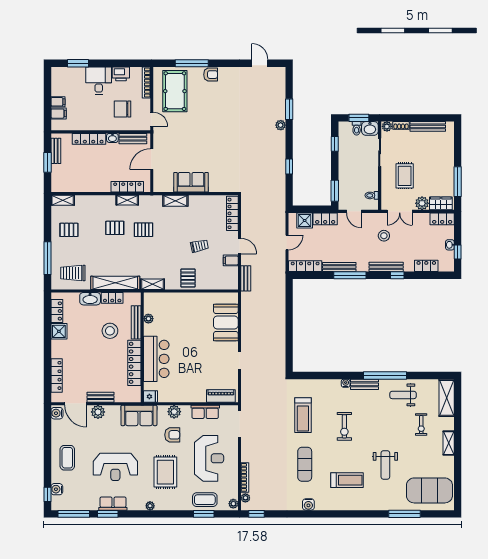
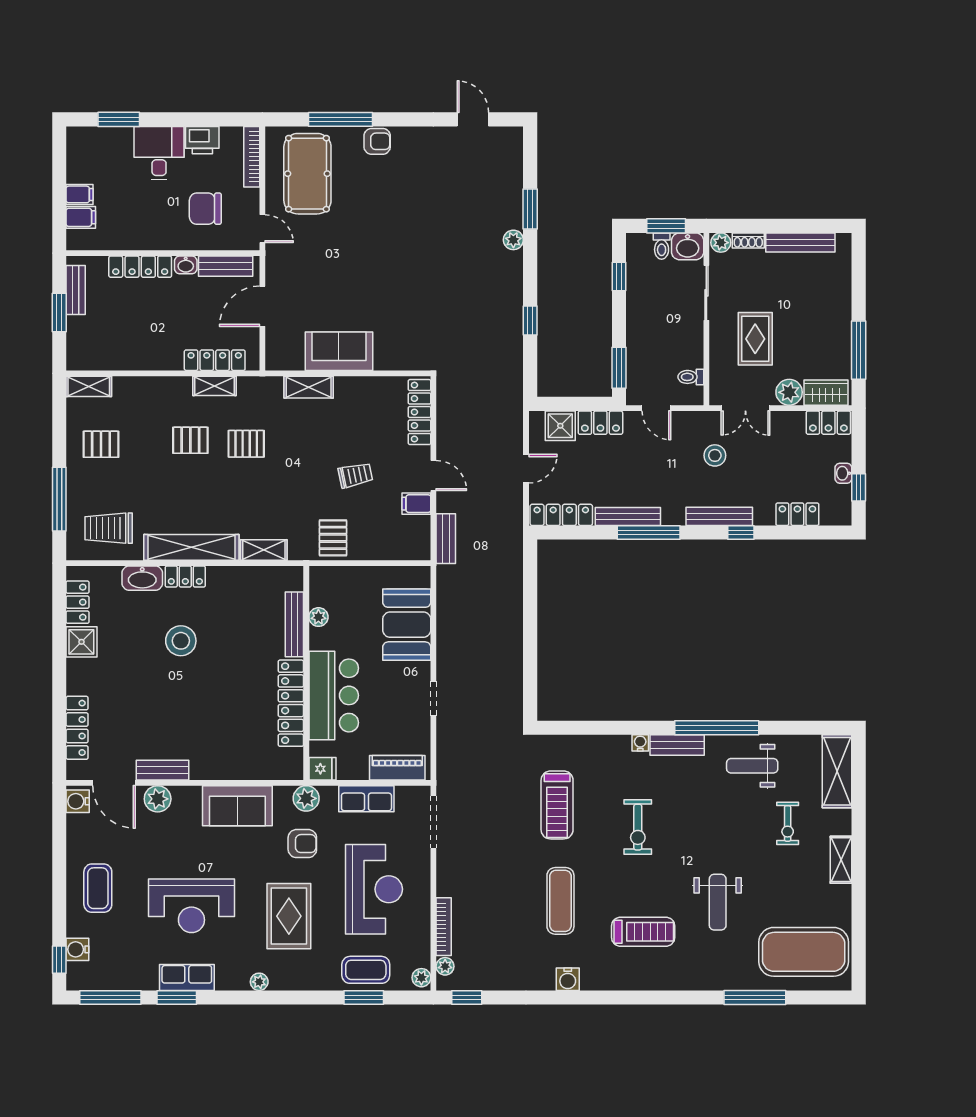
plant: (148, 319) -> (318, 617), moved
bench: (136, 322) -> (294, 624), moved
wall: (142, 347) -> (306, 673), moved
bar counter: (156, 359) -> (334, 695), moved
locker: (134, 363) -> (291, 703), moved
fridge: (151, 396) -> (322, 769), moved

